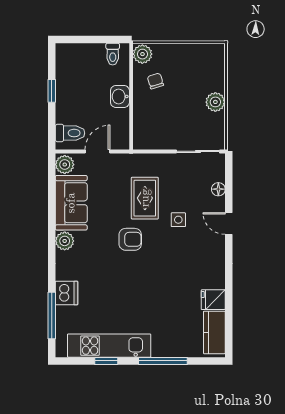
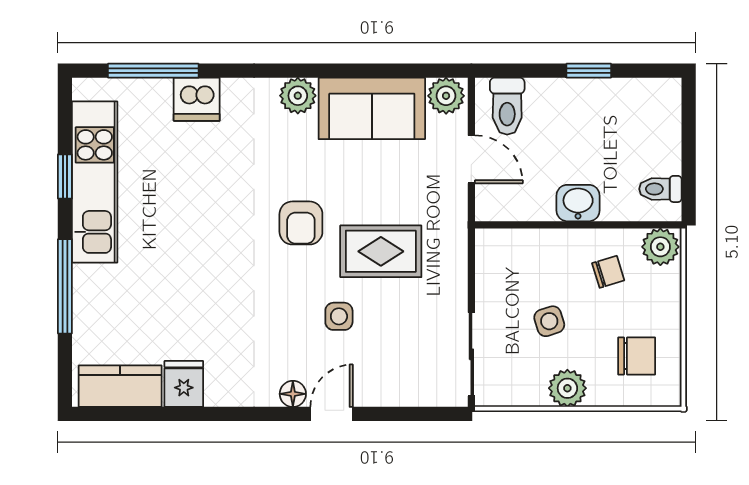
chair: (199, 66) -> (637, 356), added
side table: (181, 111) -> (549, 321), added
floor lamp: (218, 189) -> (293, 394), moved

